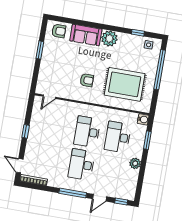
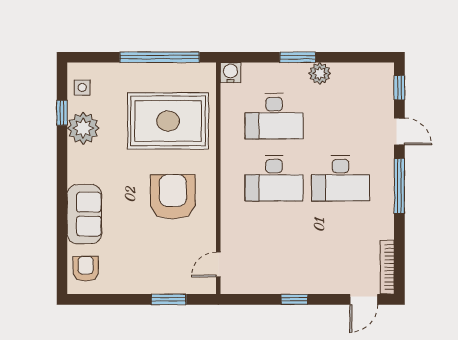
plant: (109, 38) -> (83, 128), moved
window: (40, 50) -> (169, 299), moved
window: (160, 70) -> (160, 57), moved
armchair: (87, 80) -> (173, 197), width x1.88, depth x1.88
rug: (125, 84) -> (168, 121), turned 90
door: (49, 97) -> (218, 265), swing flipped
window: (147, 140) -> (298, 57), moved

